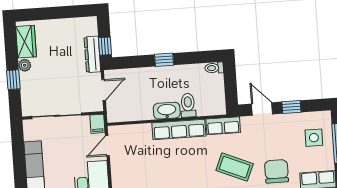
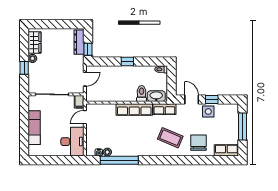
dresser: (92, 54) -> (79, 42), moved
washbasin: (167, 111) -> (156, 96), moved
side table: (314, 138) -> (208, 112), moved

